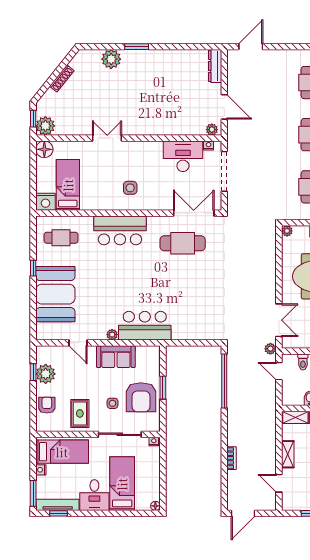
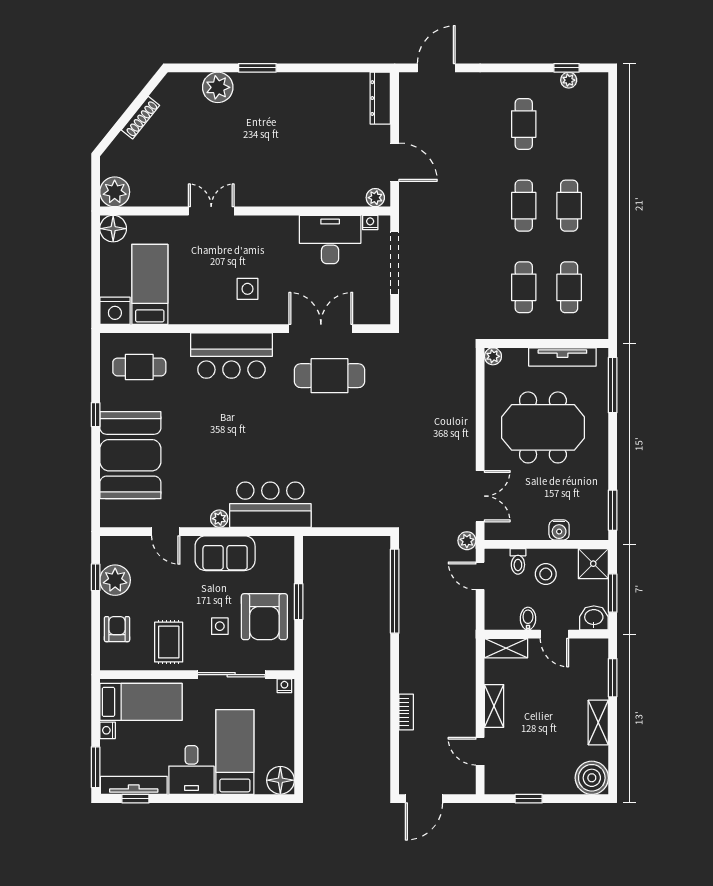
window: (33, 119) -> (96, 181), removed
double door: (194, 213) -> (321, 329), moved
floor lamp: (155, 506) -> (280, 780), width x1.89, depth x1.89

